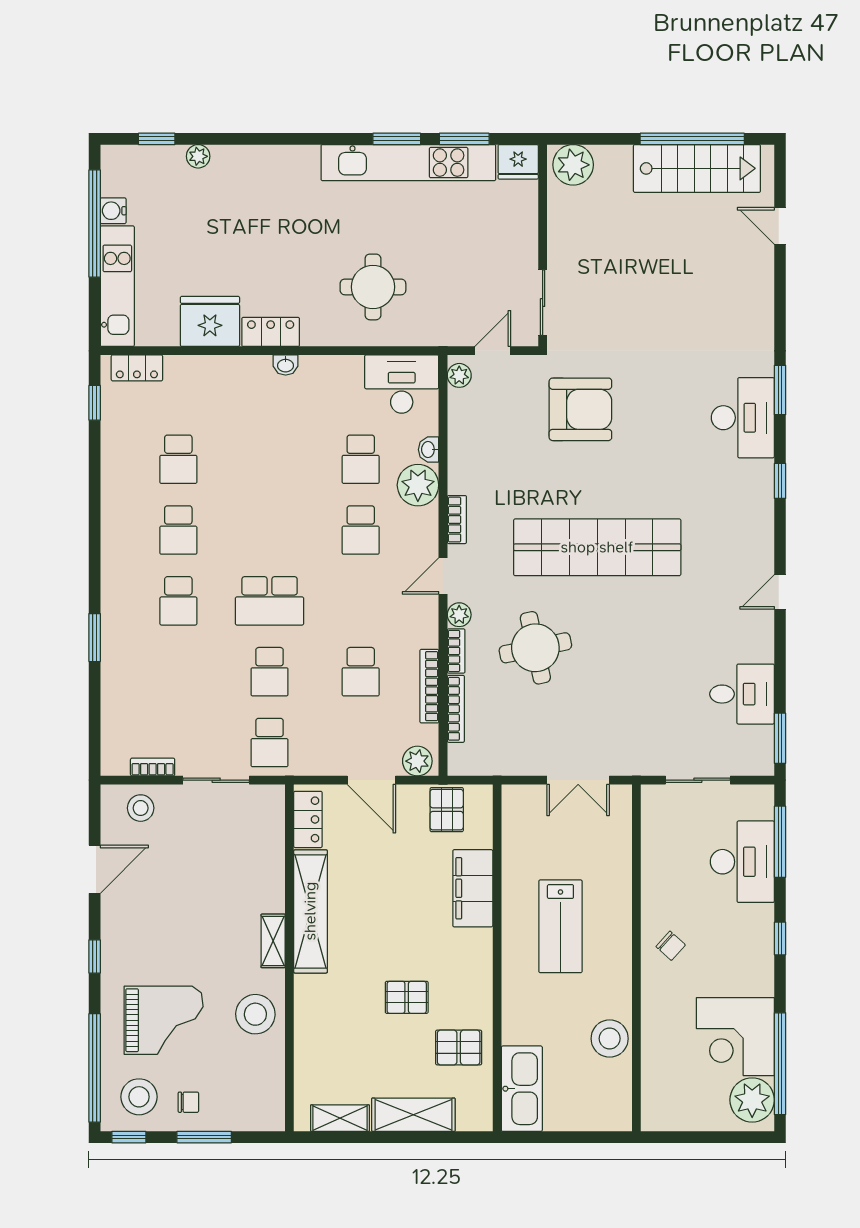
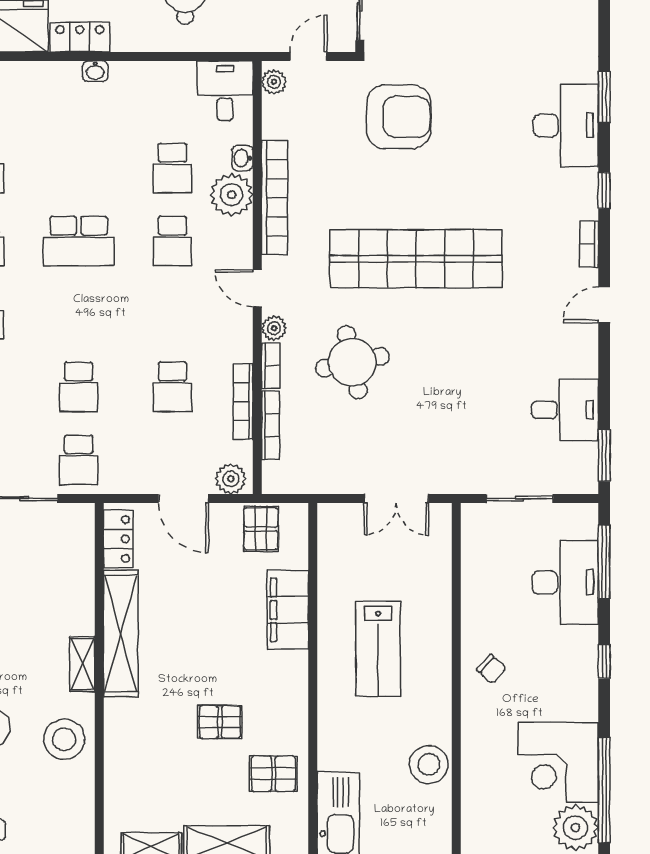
desk: (402, 384) -> (225, 91), width x0.73
bookcase: (457, 520) -> (275, 198), width x2.31, depth x1.31
bookcase: (765, 533) -> (589, 244), added
door: (443, 576) -> (257, 288), hinge flipped
school desk: (270, 601) -> (79, 241), moved

